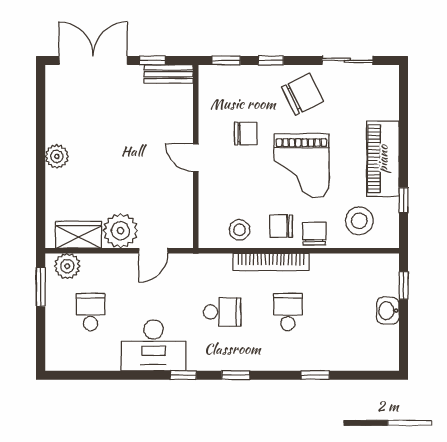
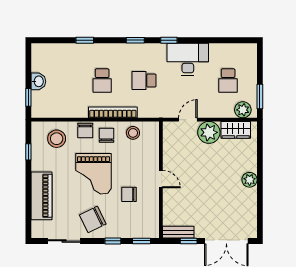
piano: (383, 159) -> (42, 196), moved
grand piano: (301, 166) -> (93, 174), turned 180
chair: (281, 226) -> (107, 135), turned -90

